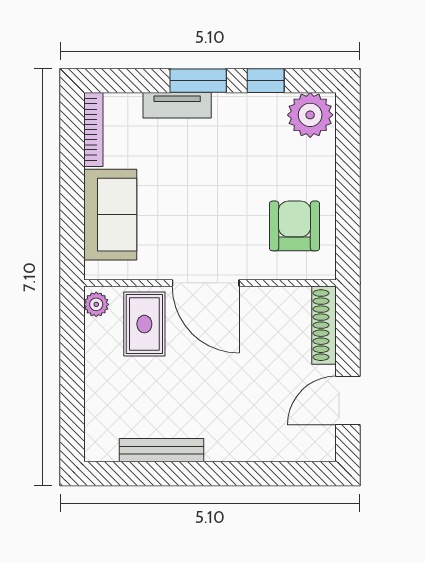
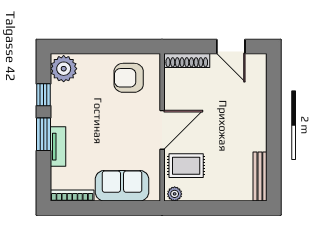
bench: (161, 450) -> (260, 176), moved

